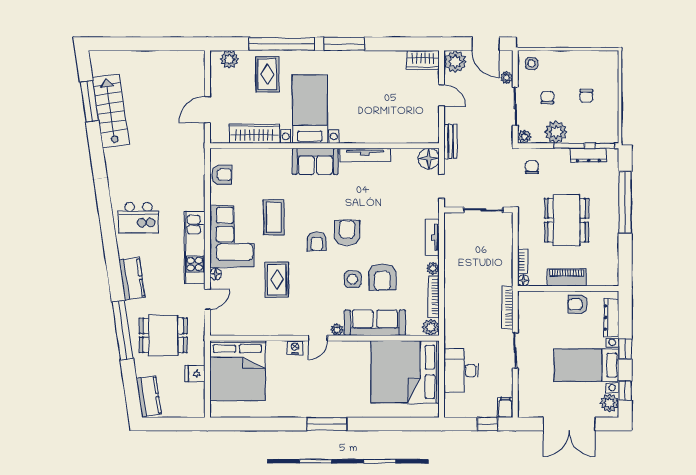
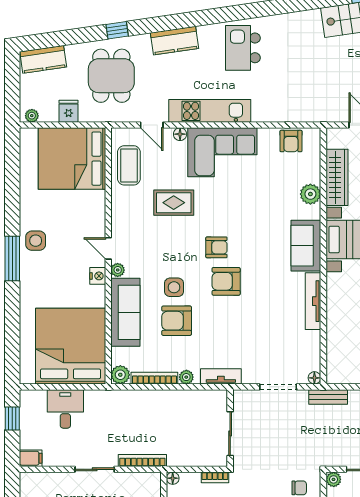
plant: (269, 157) -> (310, 194), added
floor lamp: (429, 159) -> (314, 378), width x0.53, depth x0.53
doorway: (442, 186) -> (278, 387), width x1.38
wall: (478, 210) -> (230, 428), moved
sliding door: (483, 210) -> (230, 434), moved
coffee table: (274, 217) -> (129, 165), moved, turned 90
armchair: (347, 233) -> (226, 281), turned 180
armchair: (317, 241) -> (216, 247), turned 180
bookcase: (523, 261) -> (215, 477), moved
window: (123, 330) -> (117, 30), width x0.32
nightstand: (295, 348) -> (98, 276), moved
desk: (461, 371) -> (65, 409), width x0.73
side table: (311, 403) -> (36, 241), added
plant: (199, 406) -> (32, 116), added
window: (487, 424) -> (12, 419), moved

